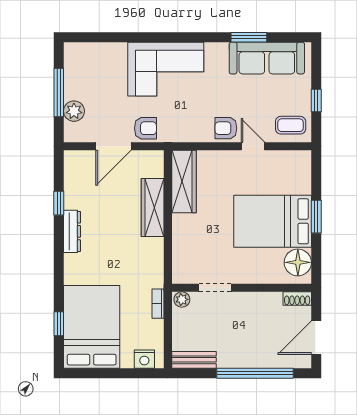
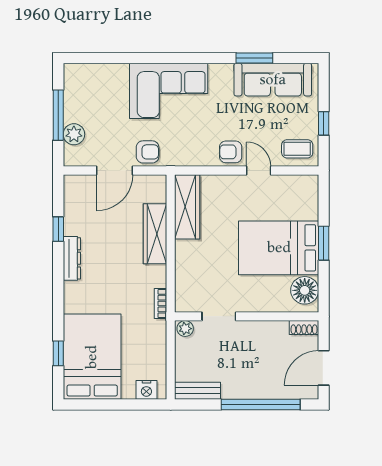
bookcase: (158, 304) -> (161, 304), moved

